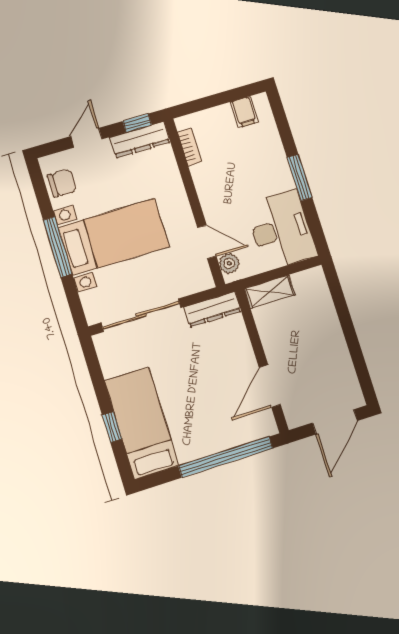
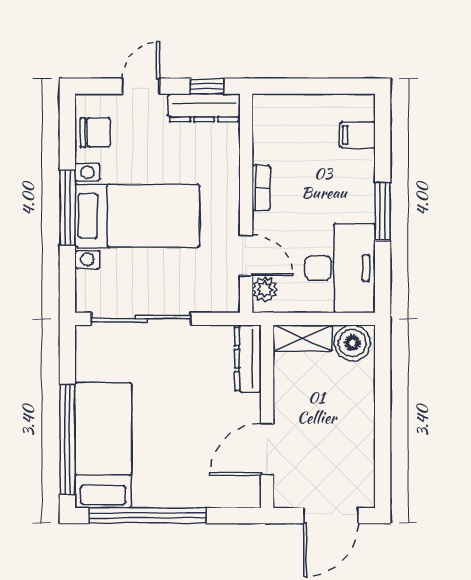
filing cabinet: (244, 112) -> (358, 135), moved, turned 90
bookcase: (190, 147) -> (261, 188), moved
boiler: (309, 284) -> (352, 343), added
dresser: (212, 309) -> (248, 359), moved, turned 90
window: (112, 427) -> (67, 439), width x3.17
window: (226, 457) -> (148, 516), moved

